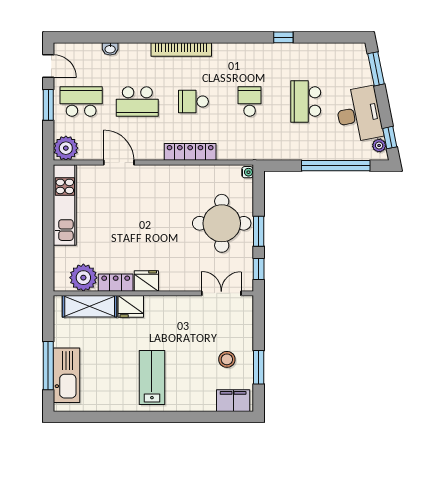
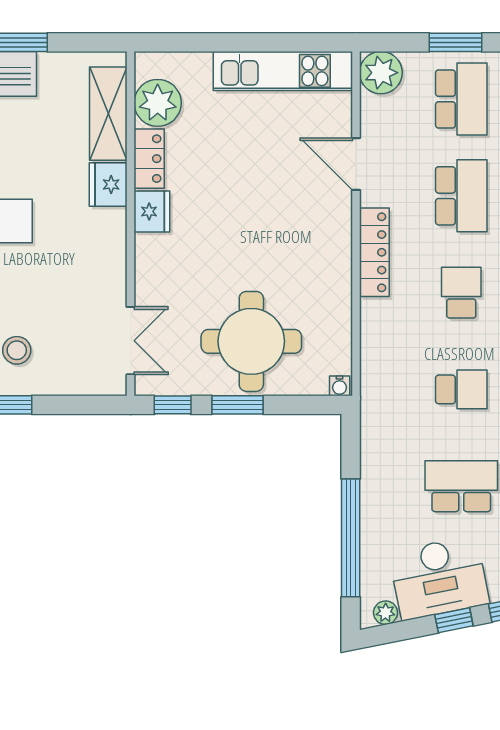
school desk: (137, 102) -> (461, 196), turned 180
window: (390, 138) -> (454, 620), moved
locker: (190, 152) -> (374, 252), moved
door: (119, 163) -> (356, 164), swing flipped

